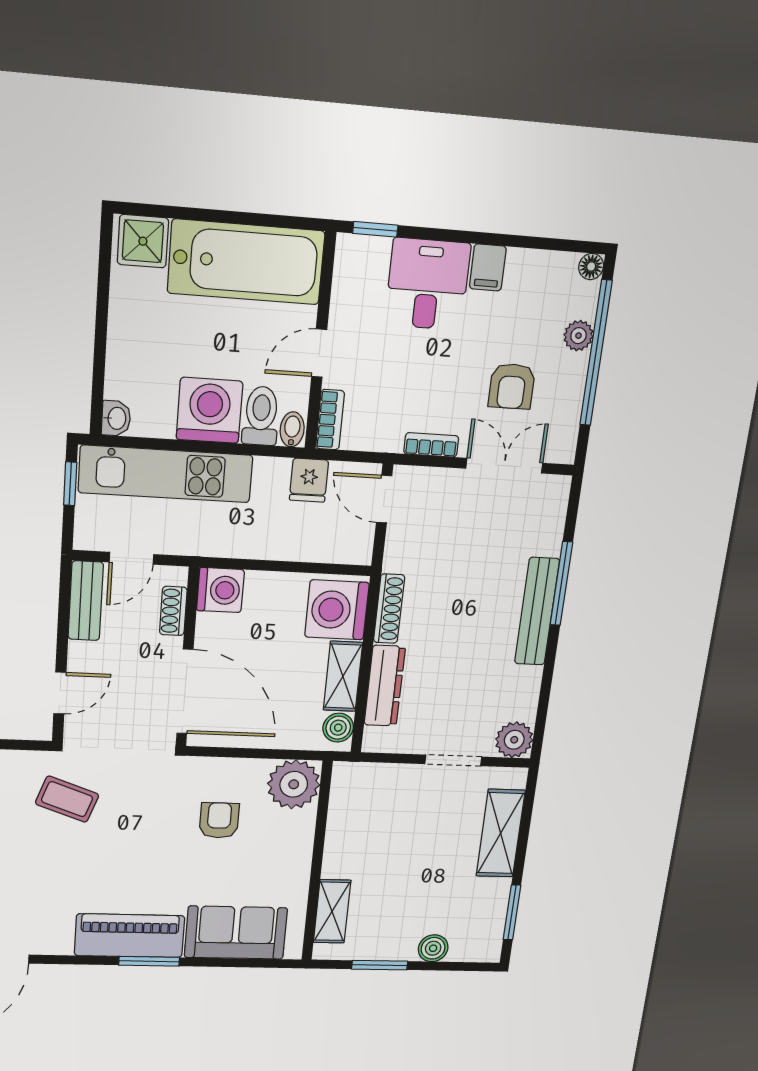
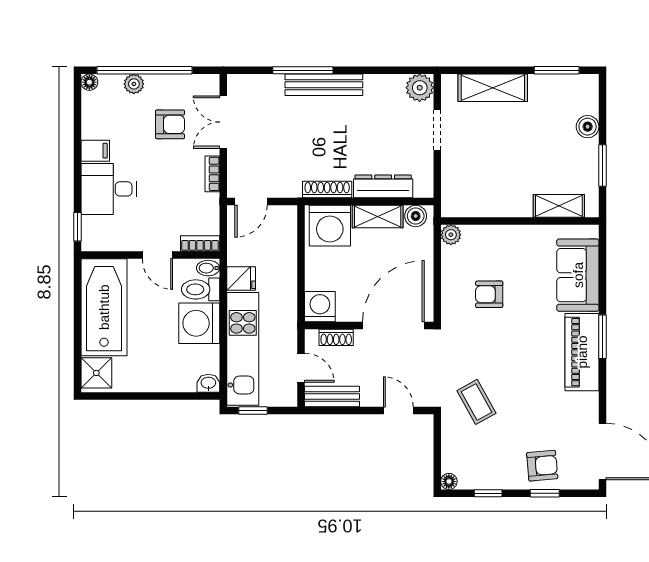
fridge: (309, 480) -> (241, 279), moved
plant: (294, 784) -> (451, 235), width x0.53, depth x0.53
coffee table: (67, 799) -> (476, 402), turned -49

